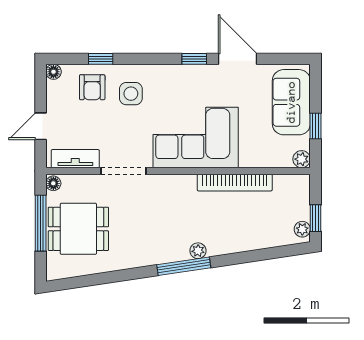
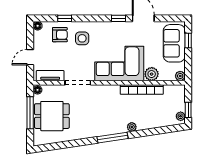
armchair: (92, 87) -> (60, 35), turned -90
window: (316, 126) -> (188, 40), moved
plant: (252, 156) -> (152, 74), added
plant: (198, 251) -> (132, 127), moved

